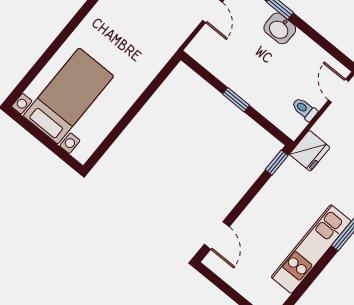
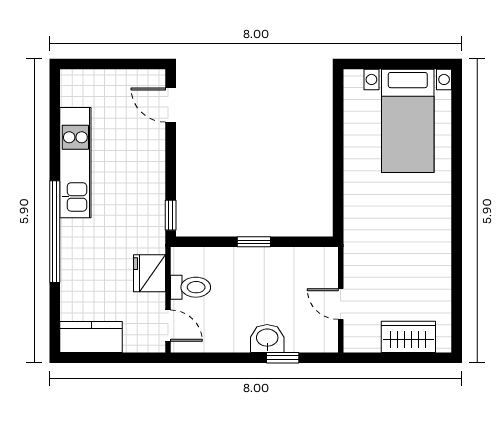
toilet: (305, 109) -> (191, 287), width x1.37, depth x1.39
fridge: (310, 151) -> (150, 273), moved

